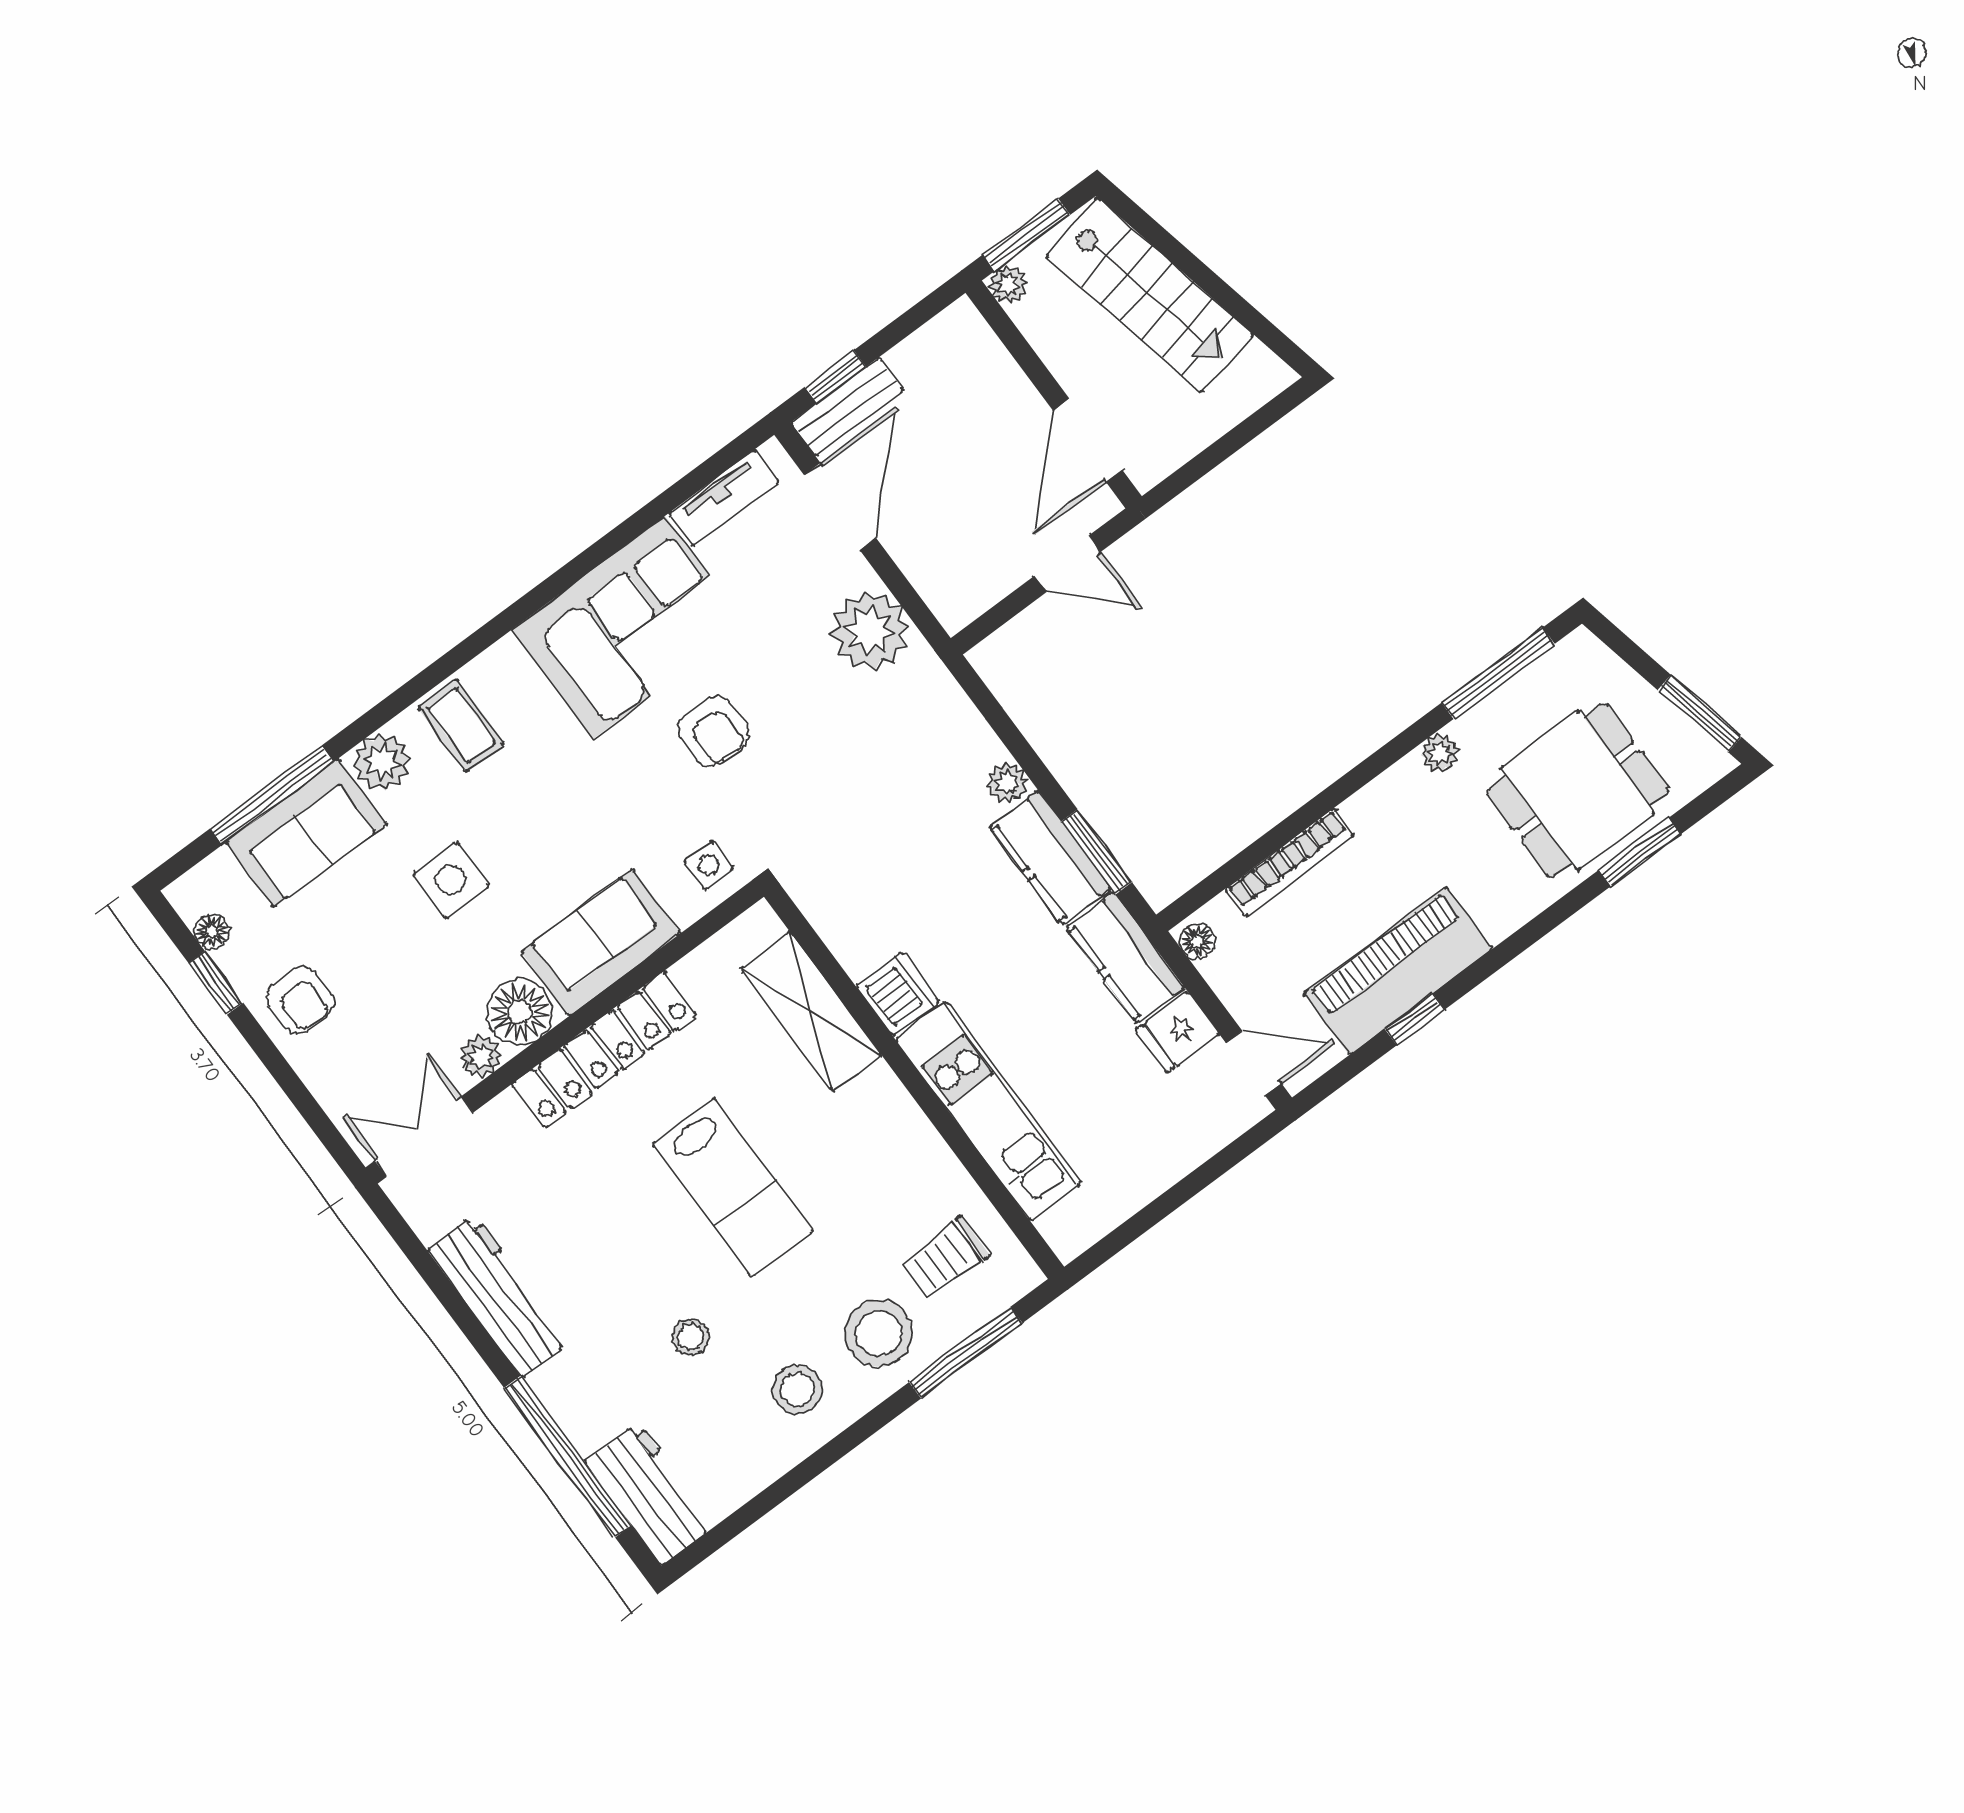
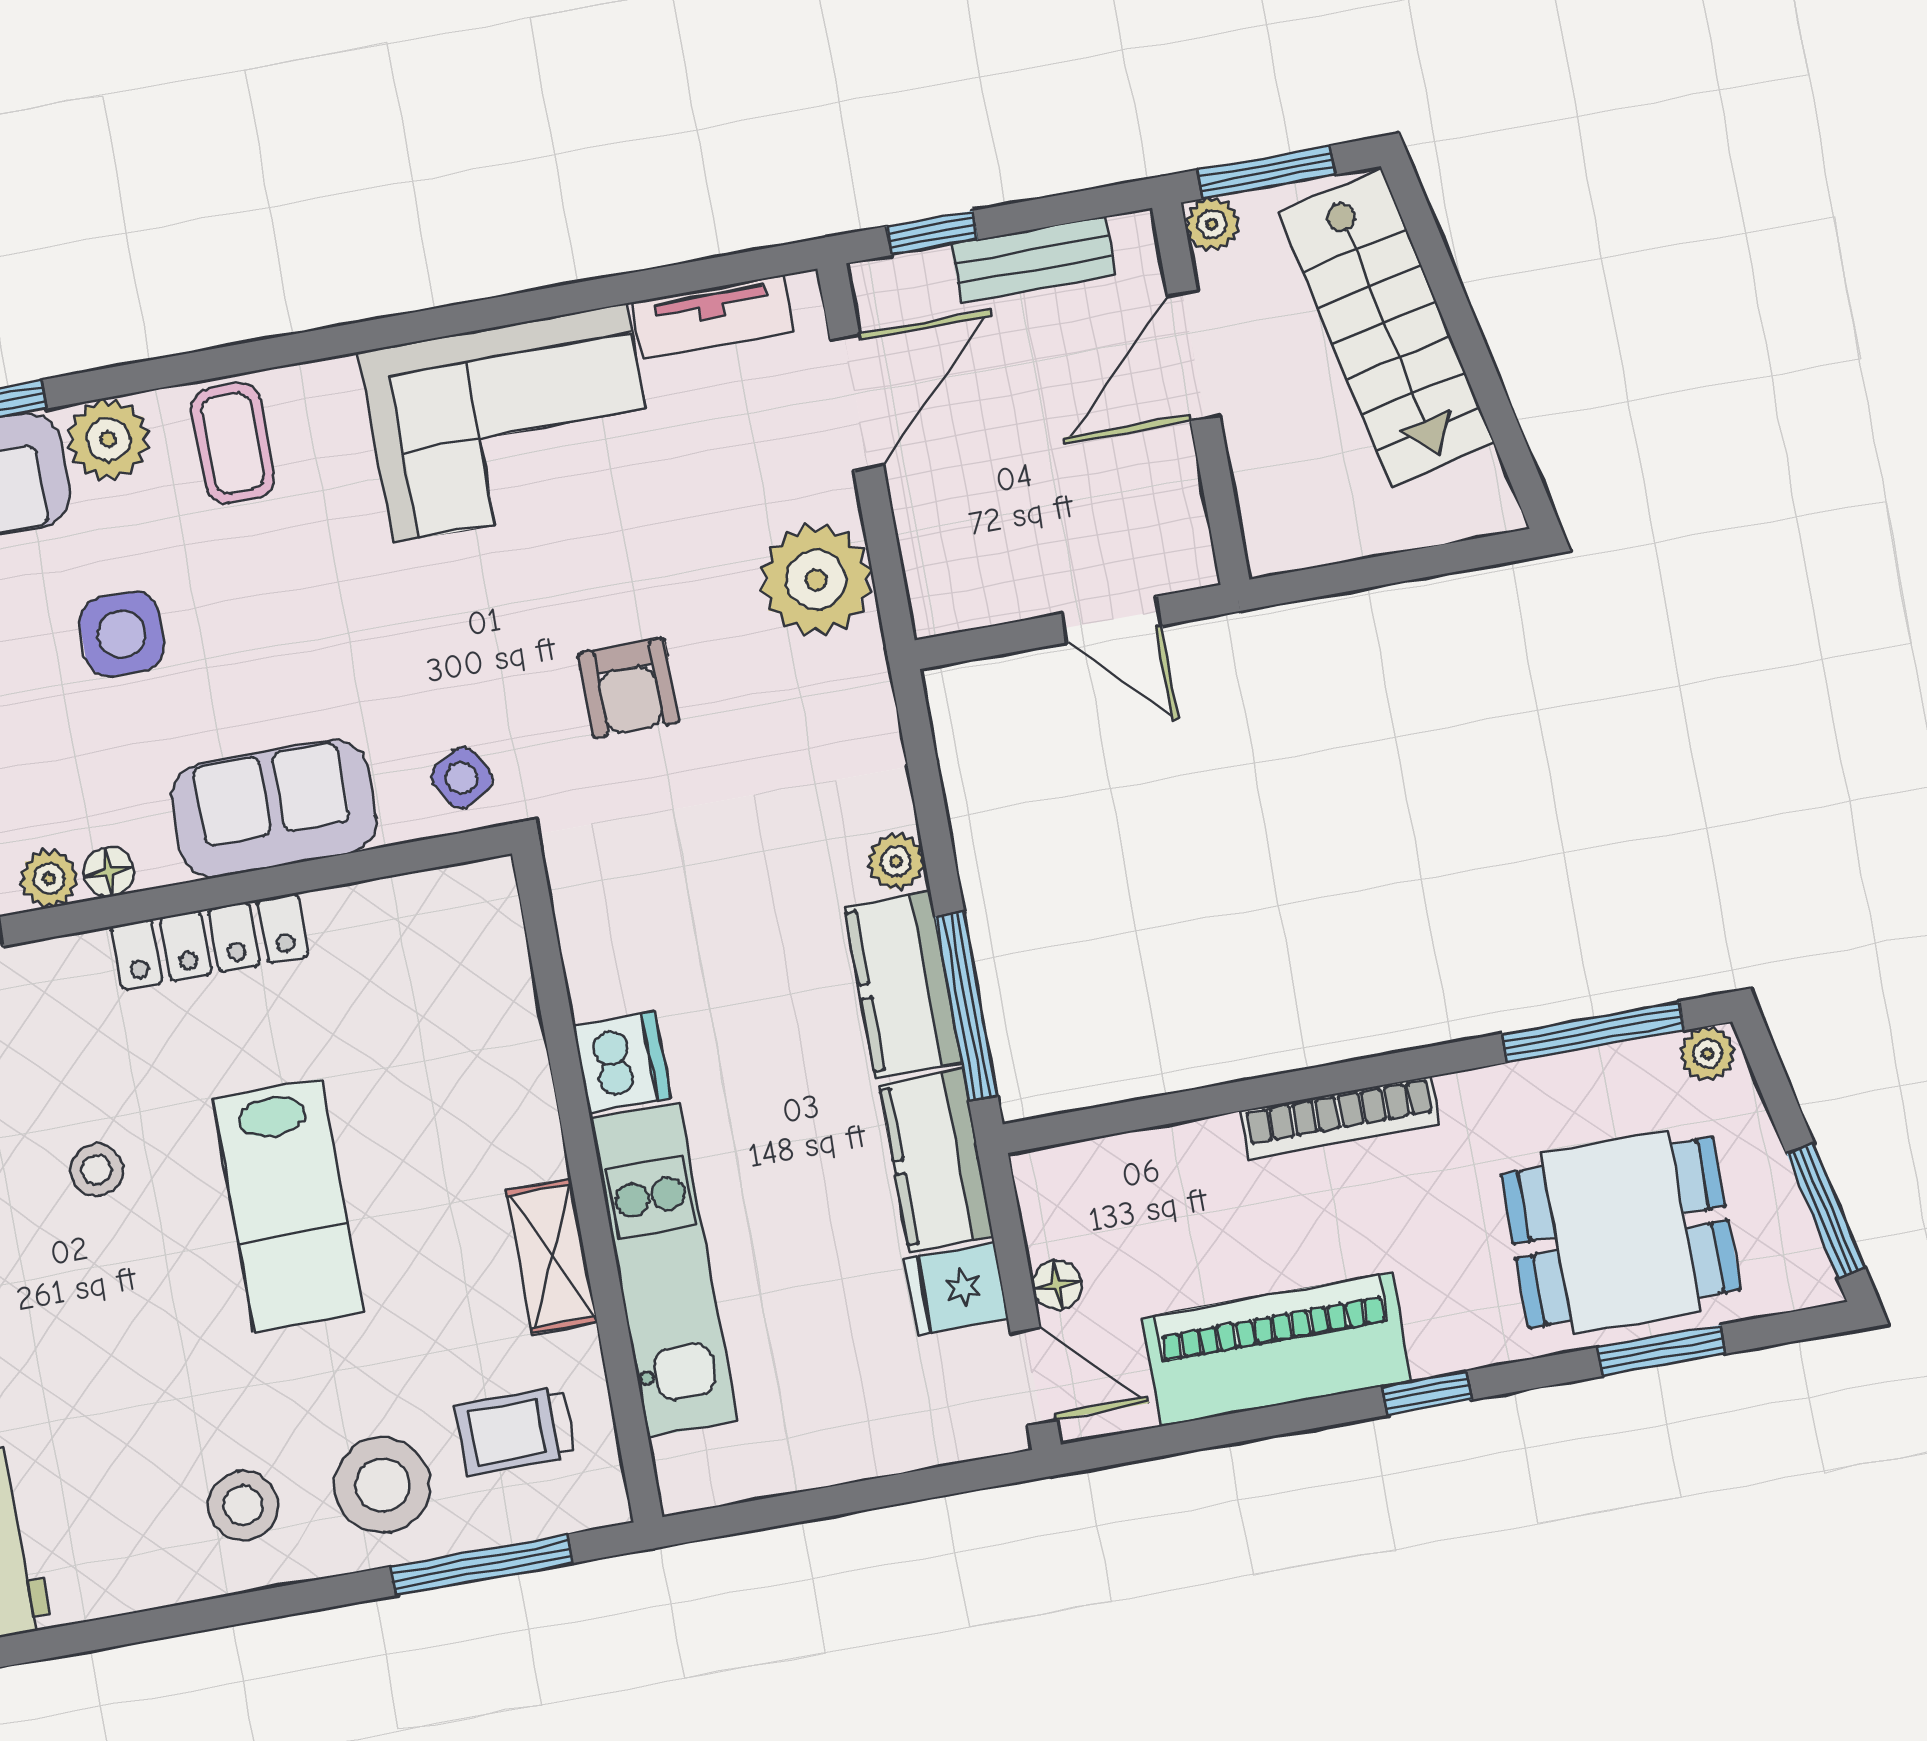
bench: (847, 407) -> (1033, 260), moved
door: (1088, 440) -> (1194, 356), moved
armchair: (714, 731) -> (628, 688), moved
plant: (1440, 753) -> (1708, 1054), moved
window: (1097, 852) -> (966, 1006), width x1.44
bookcase: (1290, 862) -> (1340, 1118), moved
side table: (709, 865) -> (462, 778), turned -30
floor lamp: (1197, 941) -> (1057, 1285), moved
floor lamp: (520, 1012) -> (109, 872), width x0.53, depth x0.53
shelving: (811, 1012) -> (552, 1256), moved, width x0.67, depth x0.75
window: (1415, 1019) -> (1427, 1393), moved
locker: (604, 1050) -> (210, 941), width x0.71, depth x0.83
stool: (690, 1337) -> (97, 1170), moved

